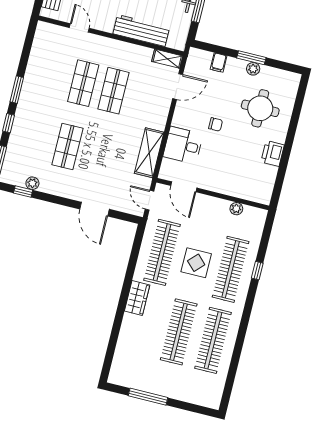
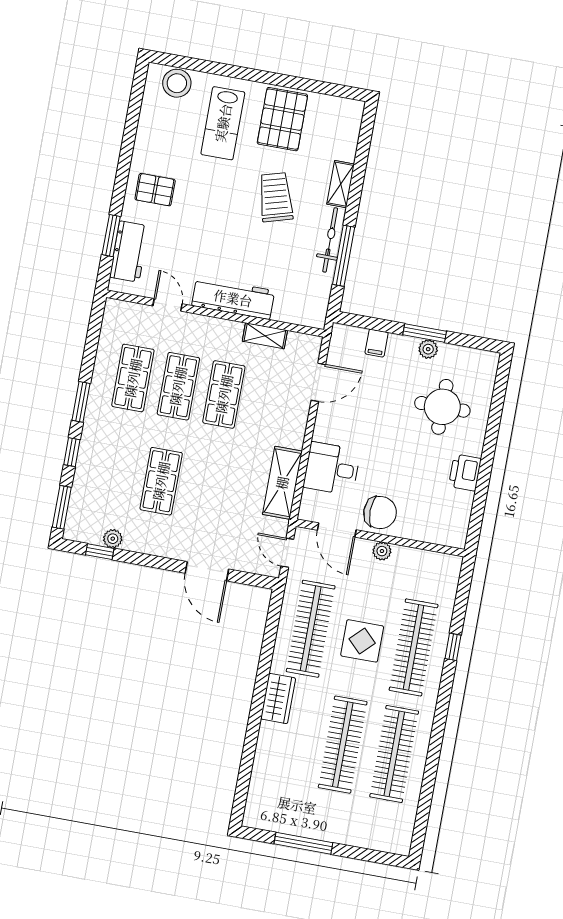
workbench: (141, 30) -> (233, 298), moved
shelving: (167, 59) -> (265, 336), moved
shop shelf: (53, 76) -> (133, 378), added
chair: (216, 124) -> (380, 512), moved, width x1.87, depth x1.87
plant: (236, 209) -> (382, 551), moved

